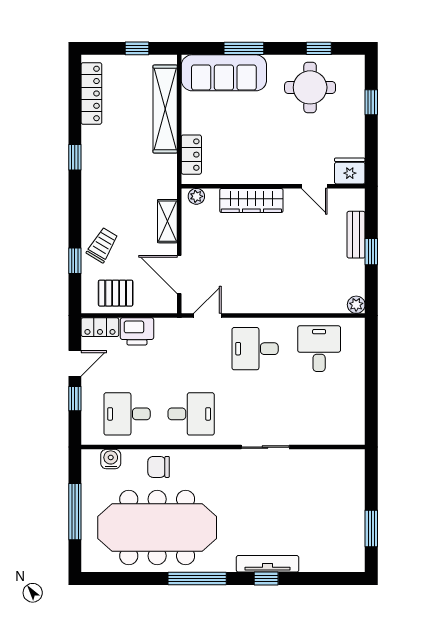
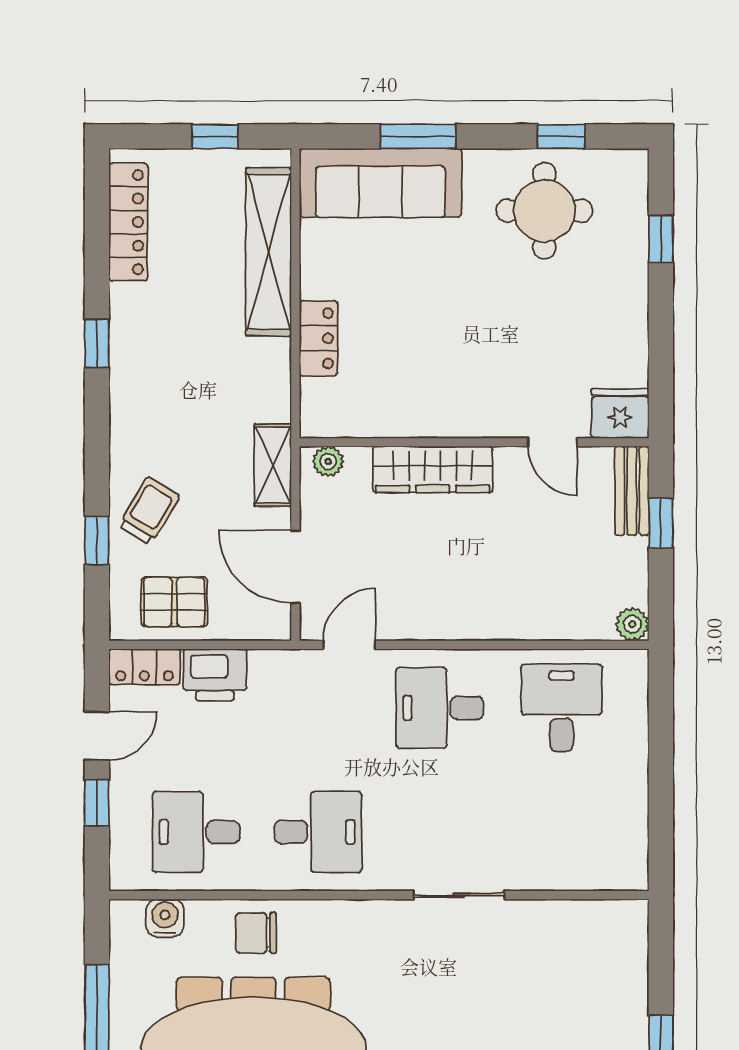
fridge: (350, 171) -> (620, 413), moved
wall: (273, 186) -> (474, 442), moved
door: (314, 186) -> (553, 442), moved
plant: (196, 196) -> (328, 462), moved
wardrobe: (251, 200) -> (433, 469), moved

